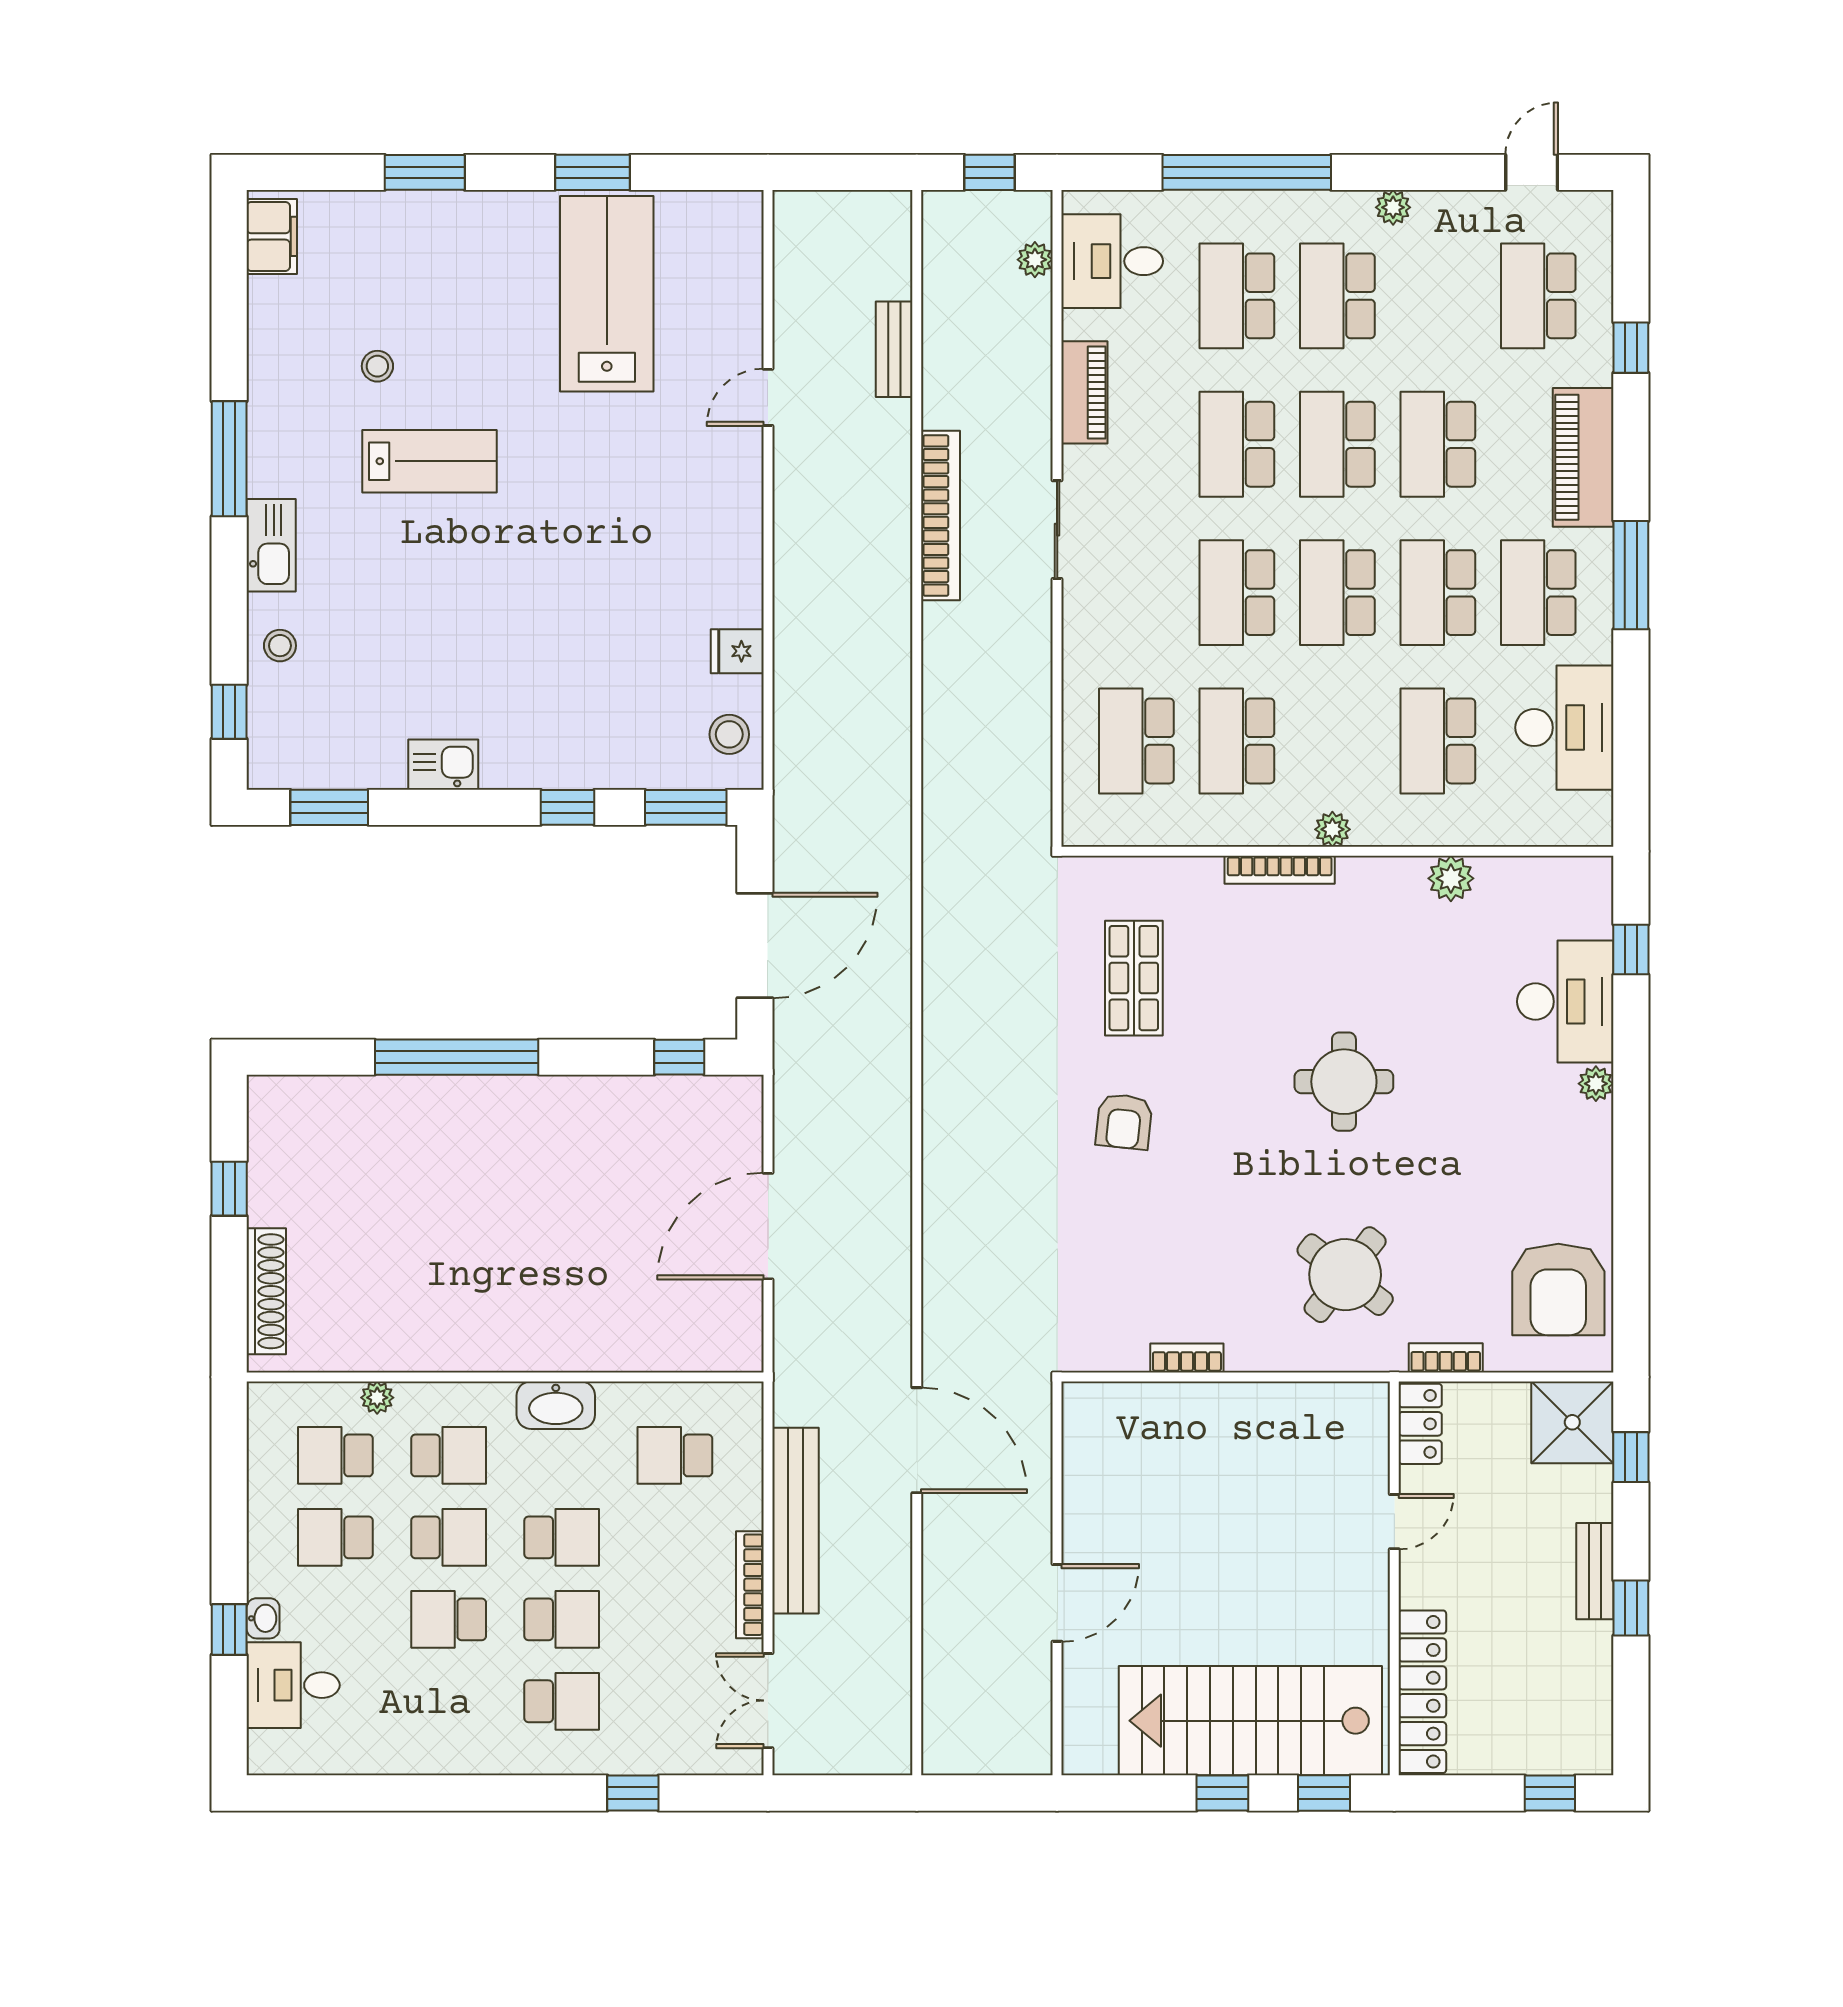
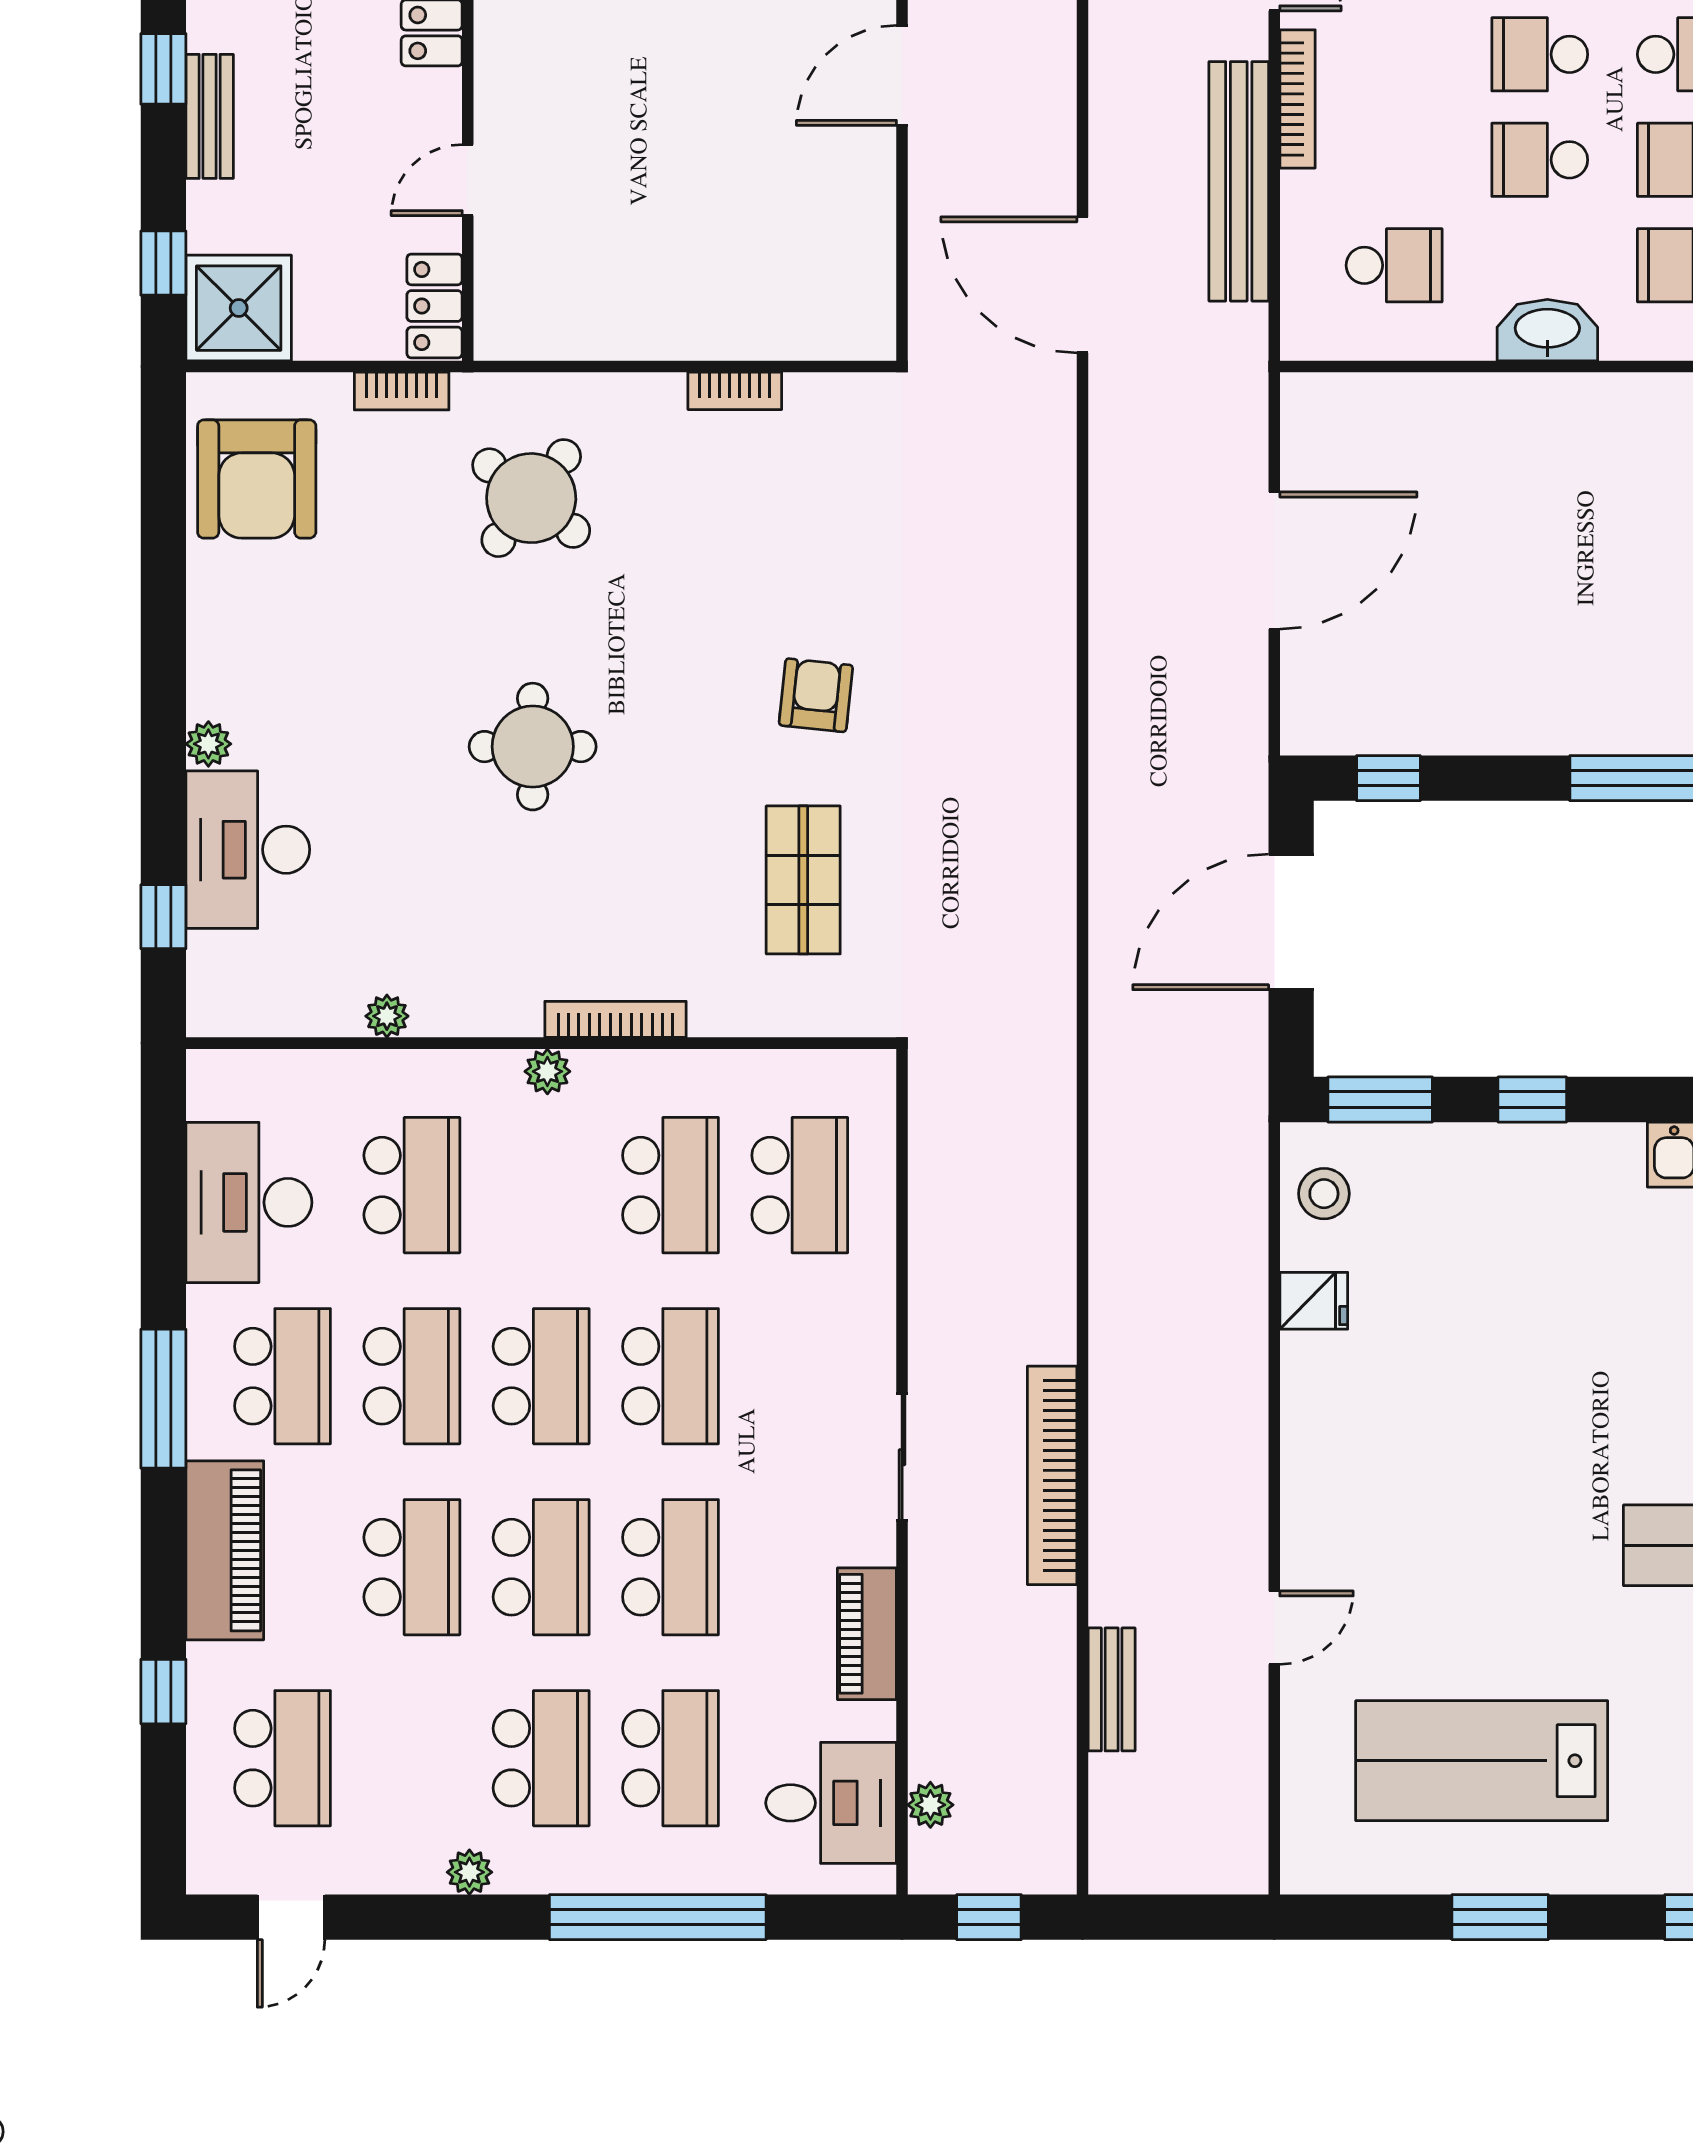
lab bench: (607, 294) -> (1482, 1761), turned 90
plant: (1451, 878) -> (387, 1016), width x0.73, depth x0.73
armchair: (1558, 1289) -> (257, 479), turned 180

